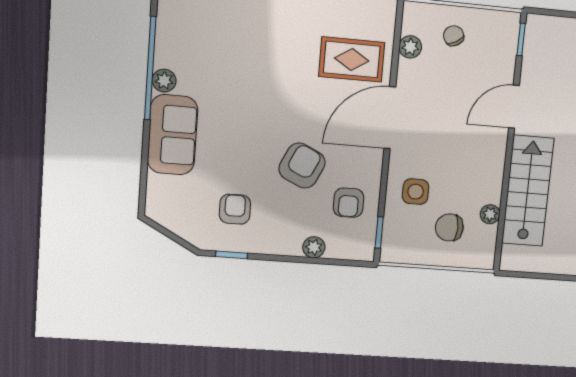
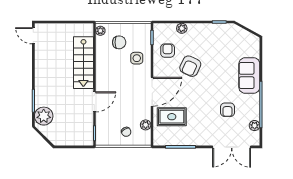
plant: (164, 81) -> (255, 126), moved
armchair: (235, 209) -> (227, 110), moved
plant: (490, 214) -> (100, 31), moved

